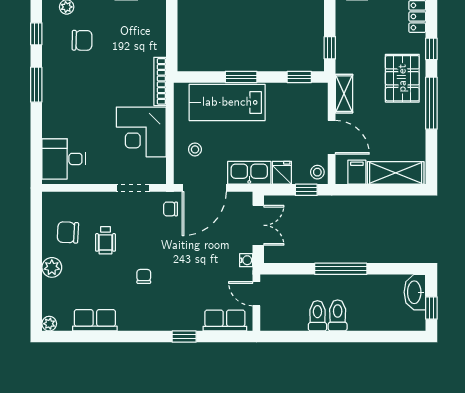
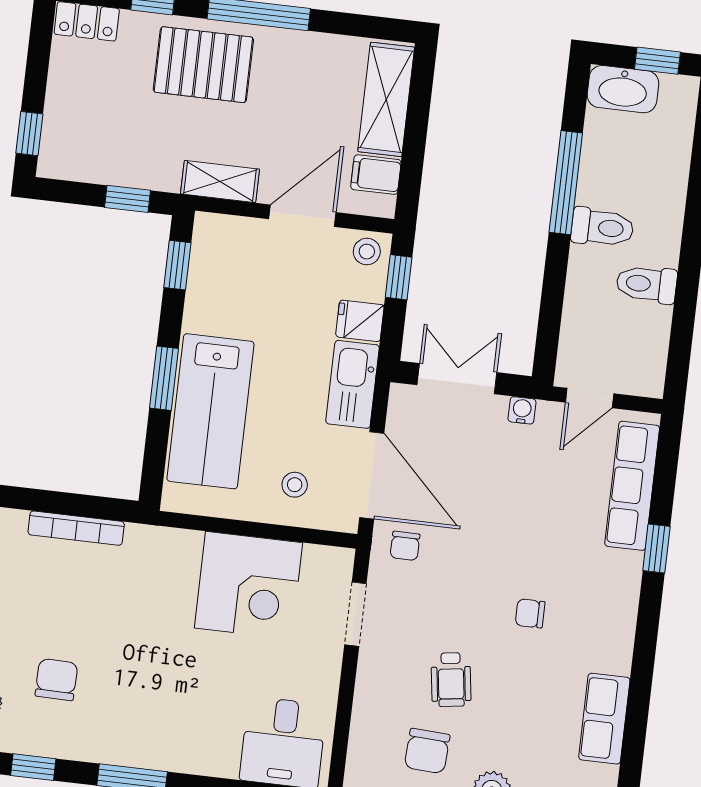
bookcase: (160, 81) -> (76, 528), moved
wheelchair: (106, 240) -> (451, 680), turned 82
window: (341, 269) -> (566, 183), moved
toilet: (338, 315) -> (602, 227), moved, turned 180
row of seats: (225, 320) -> (632, 486), width x1.48

